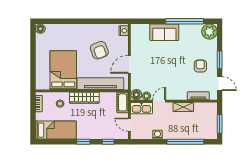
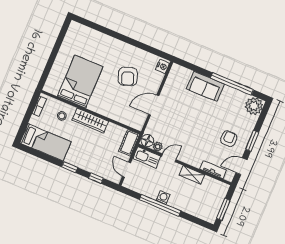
floor lamp: (40, 29) -> (74, 27), removed
tv unit: (100, 84) -> (114, 113), removed
door: (220, 84) -> (241, 166), swing flipped
washing machine: (157, 135) -> (163, 198), moved
window: (185, 142) -> (160, 205), moved

